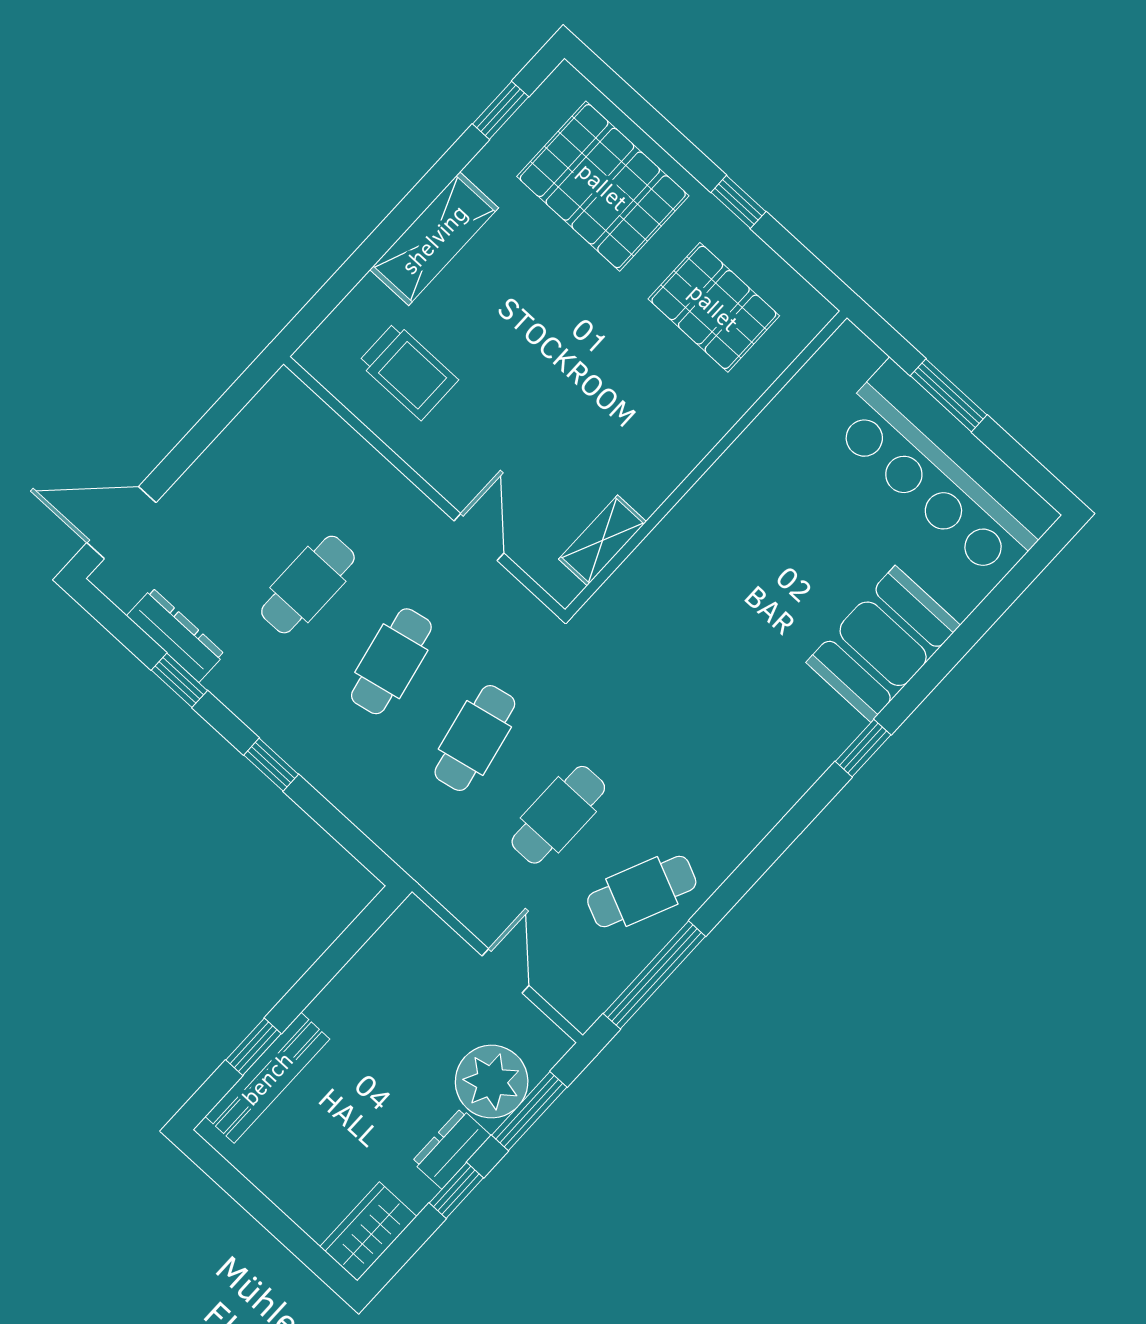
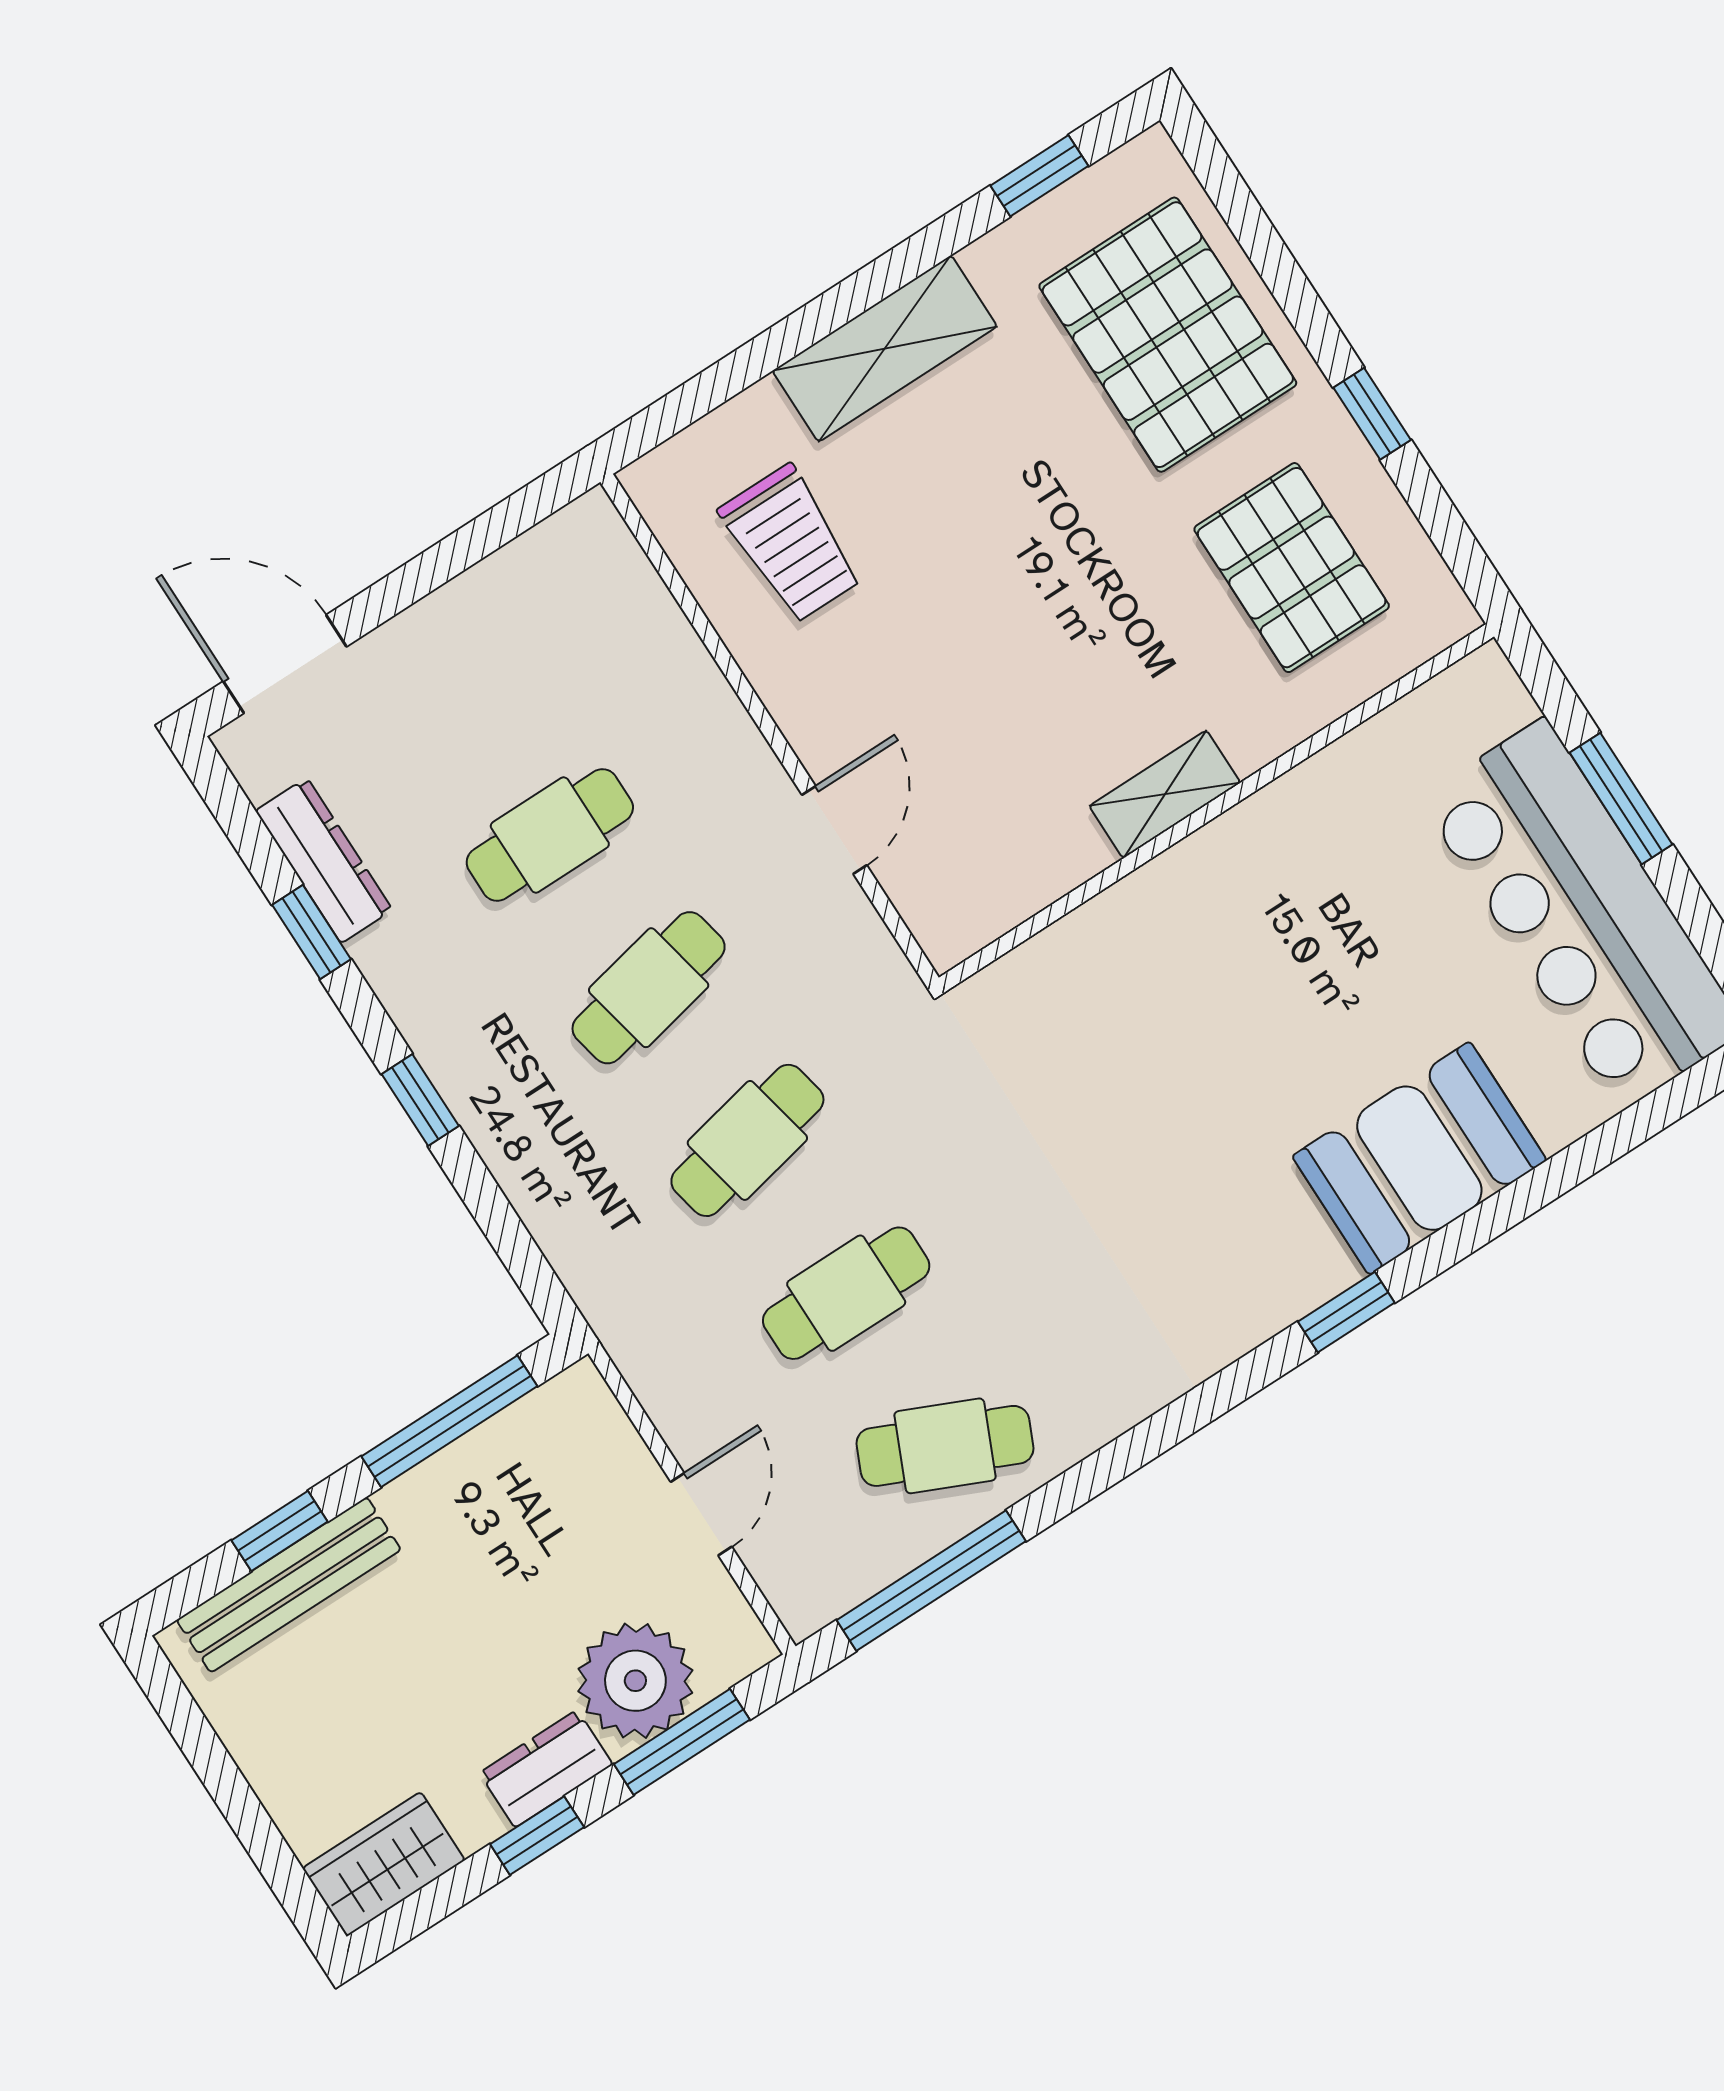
shelving: (602, 540) -> (1165, 794), moved
window: (339, 954) -> (449, 1421), added

